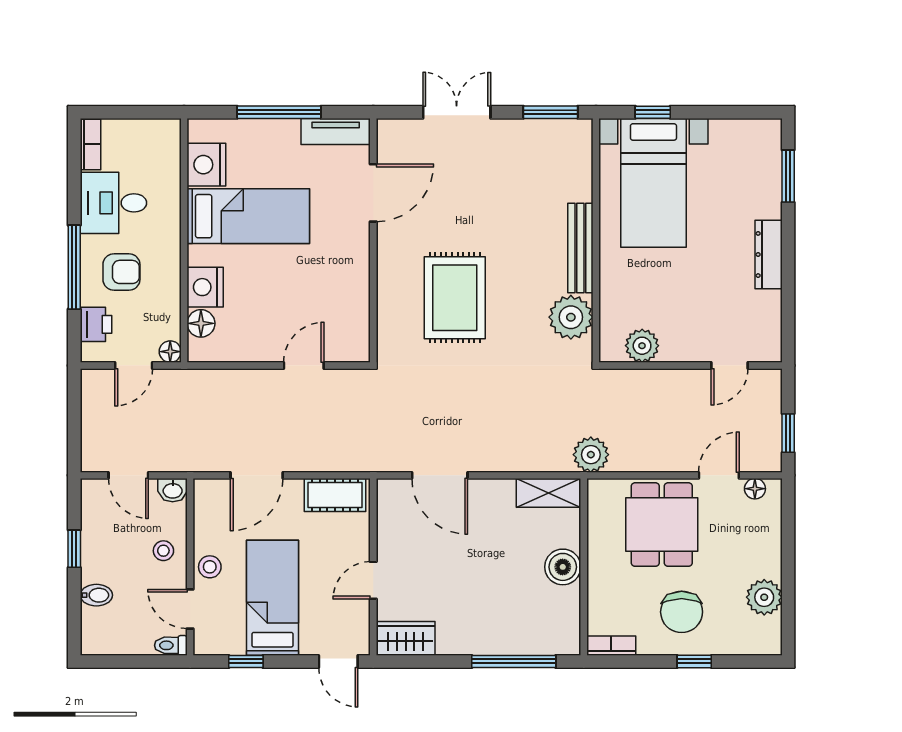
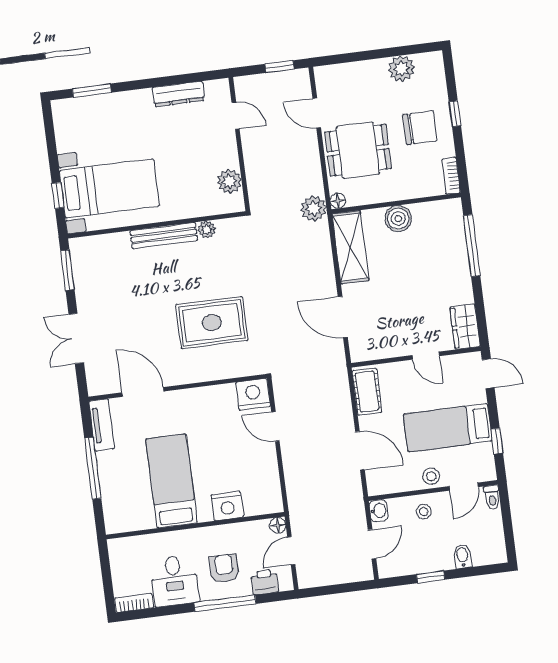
nightstand: (206, 165) -> (253, 394), moved, turned 180
dresser: (769, 255) -> (178, 94), moved
plant: (571, 317) -> (207, 229), width x0.53, depth x0.53
floor lamp: (201, 323) -> (254, 505), removed
door: (134, 365) -> (291, 551), swing flipped
door: (440, 475) -> (343, 317), swing flipped
floor lamp: (755, 489) -> (338, 201), moved
shelving: (549, 493) -> (350, 247), width x1.50, depth x1.33
door: (338, 661) -> (488, 374), hinge flipped

